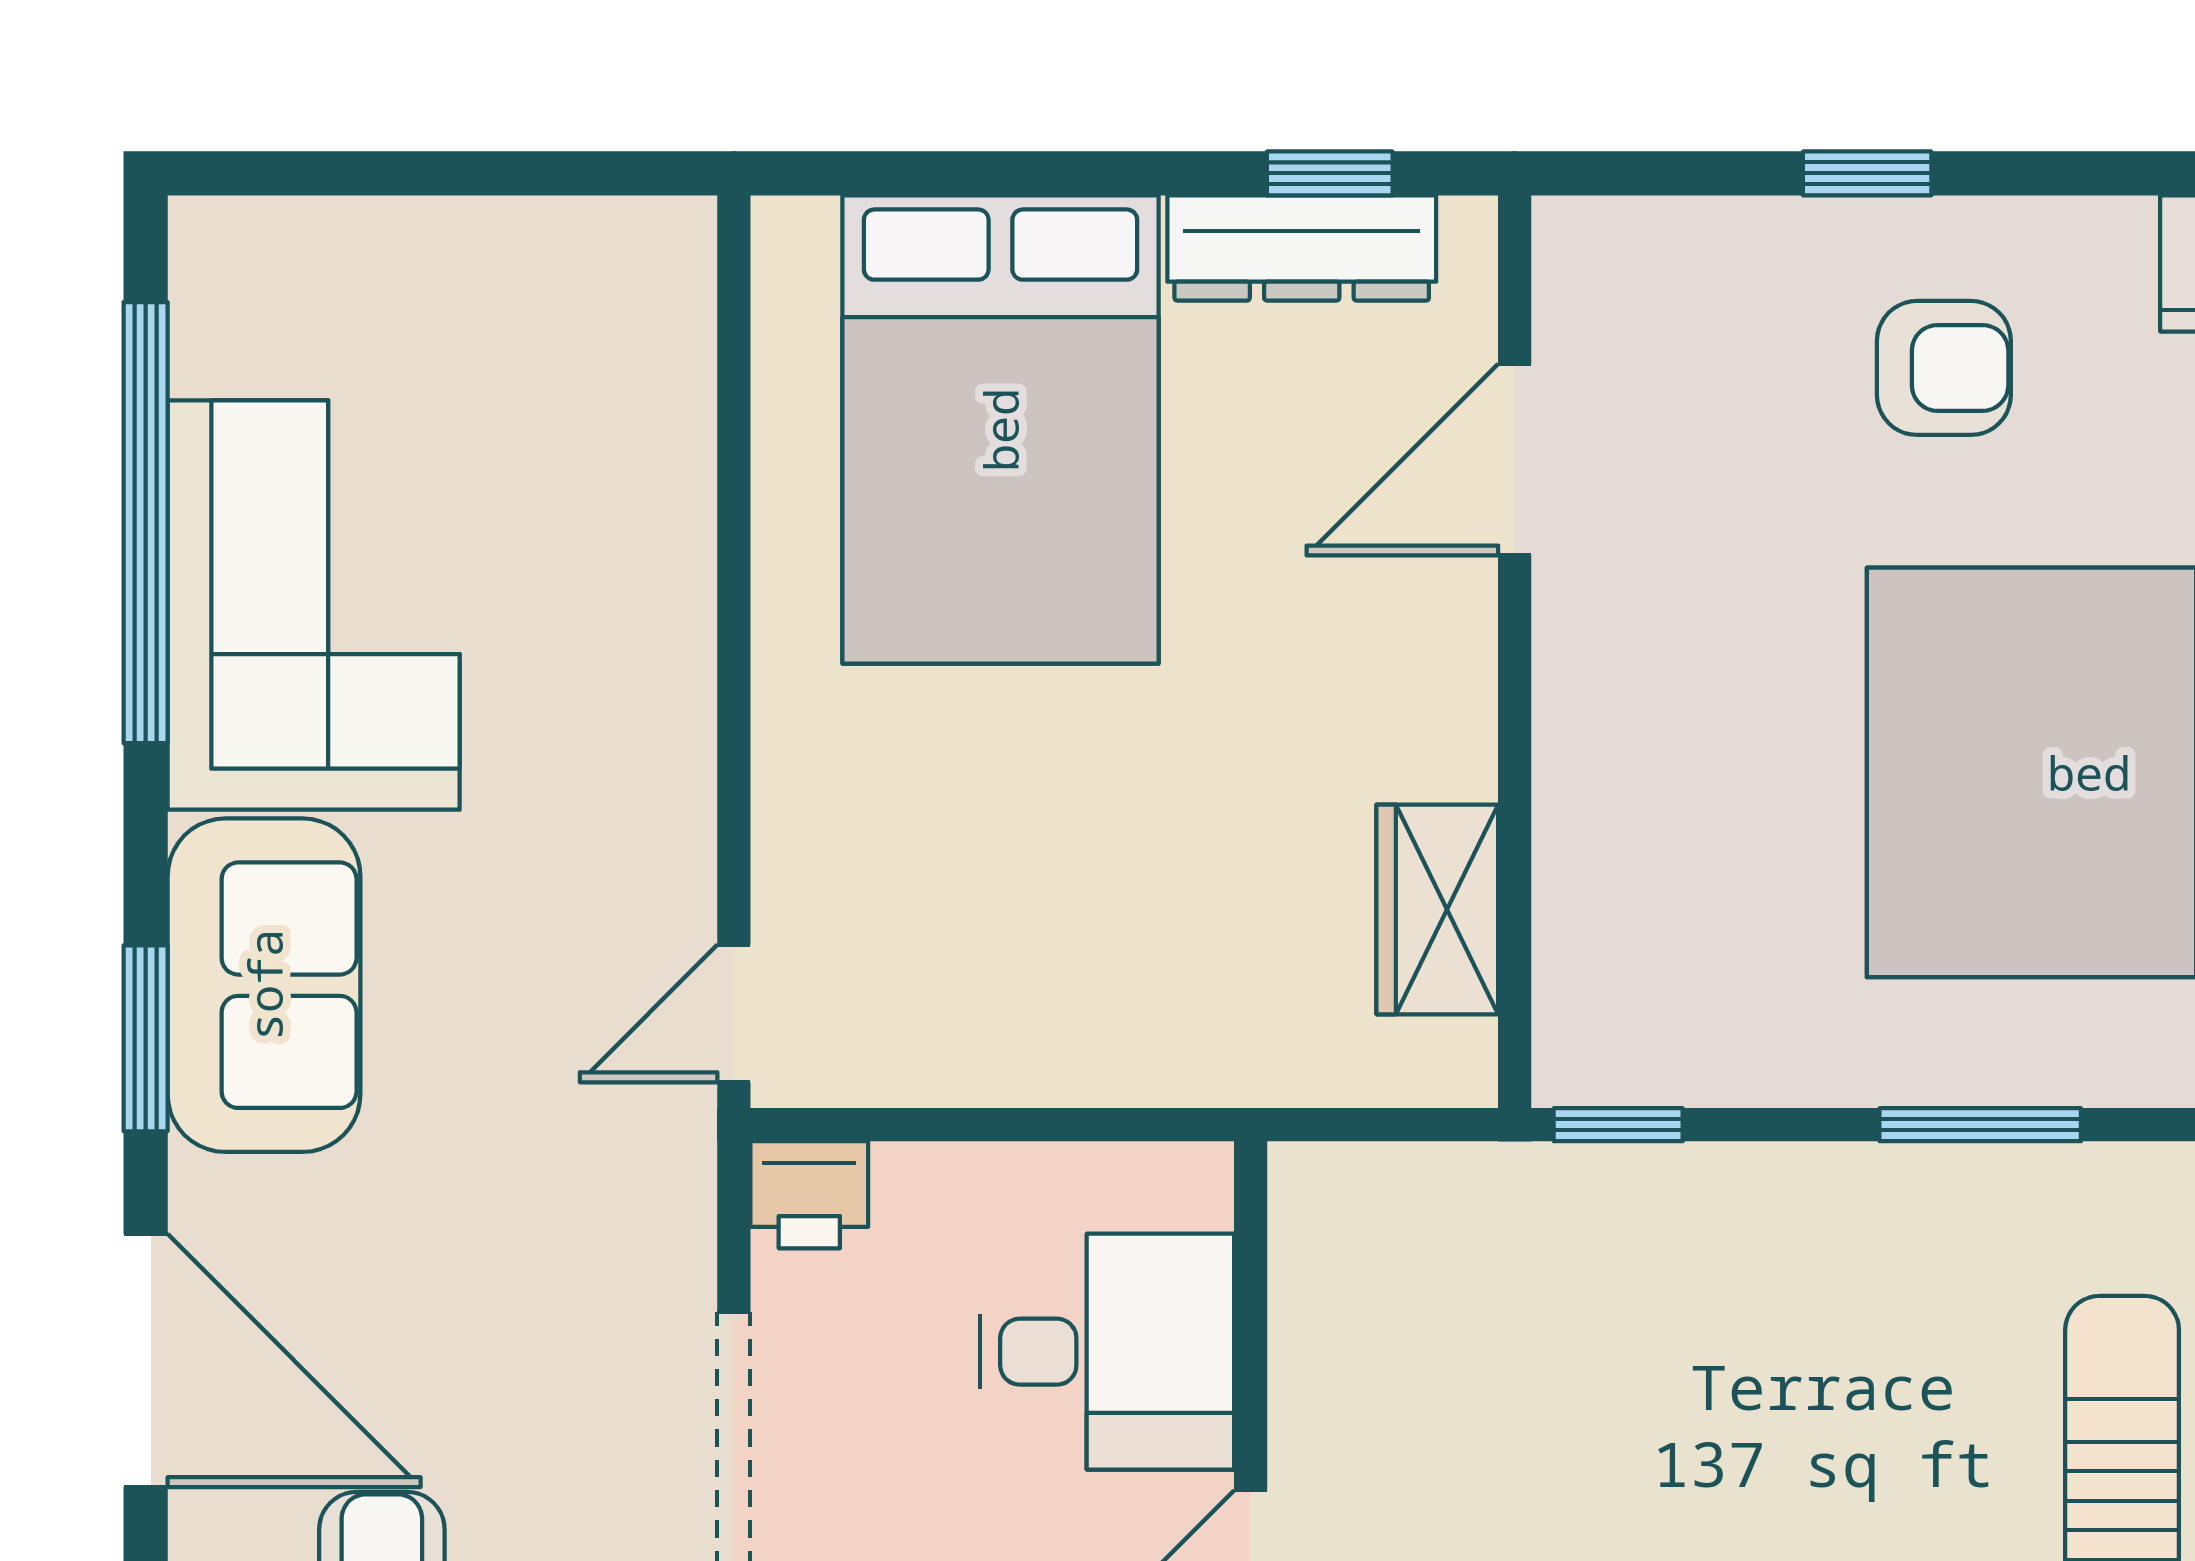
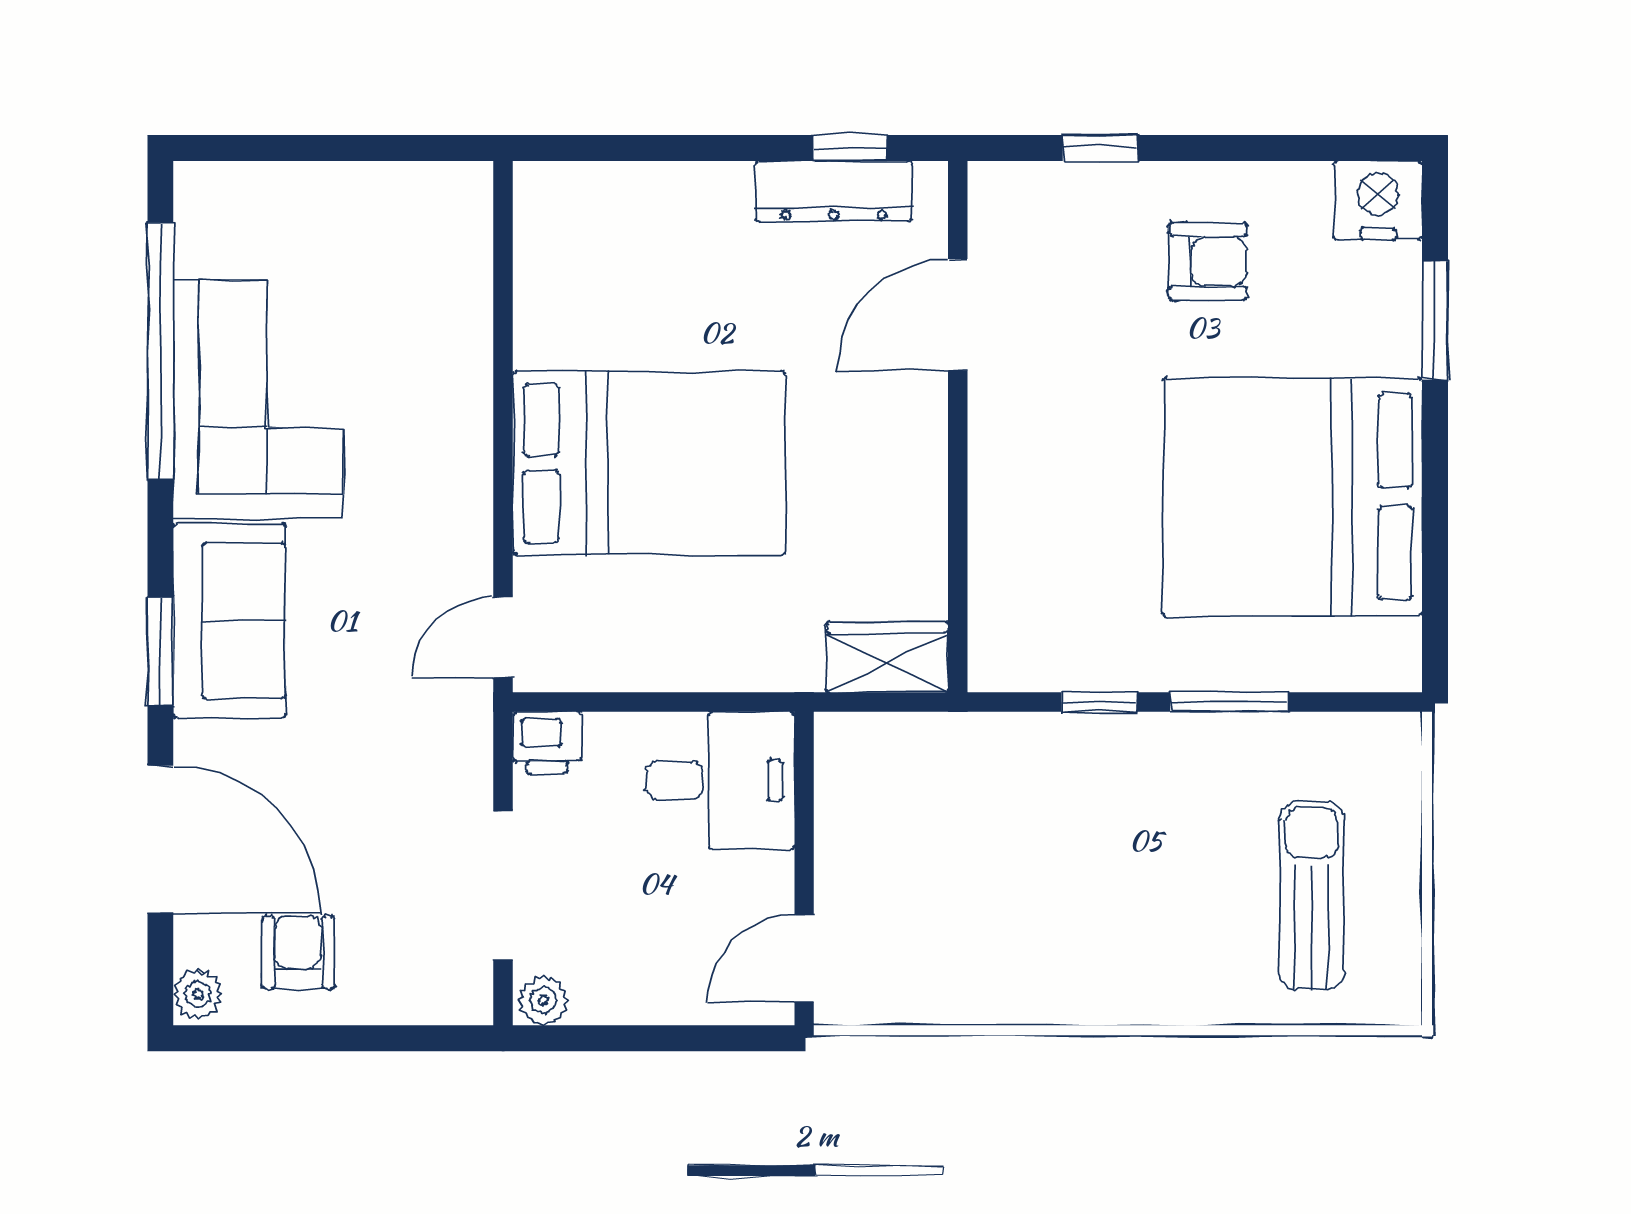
window: (1867, 173) -> (1100, 148), moved
bed: (1000, 430) -> (649, 463), moved, turned -90
wardrobe: (1437, 909) -> (887, 657), moved, turned 90
window: (1618, 1125) -> (1099, 702), moved
desk: (1107, 1352) -> (720, 780), moved

